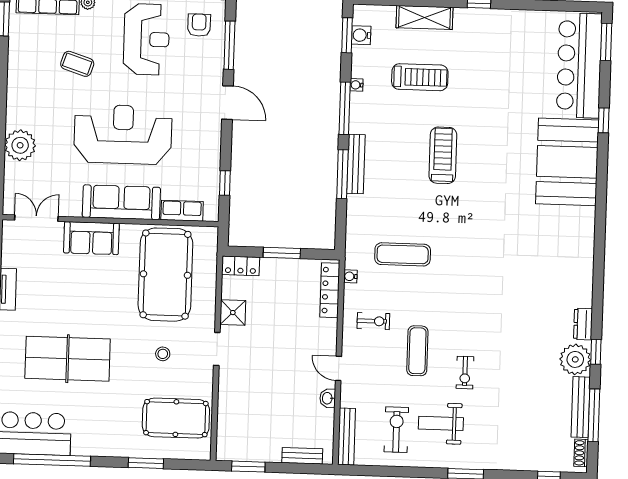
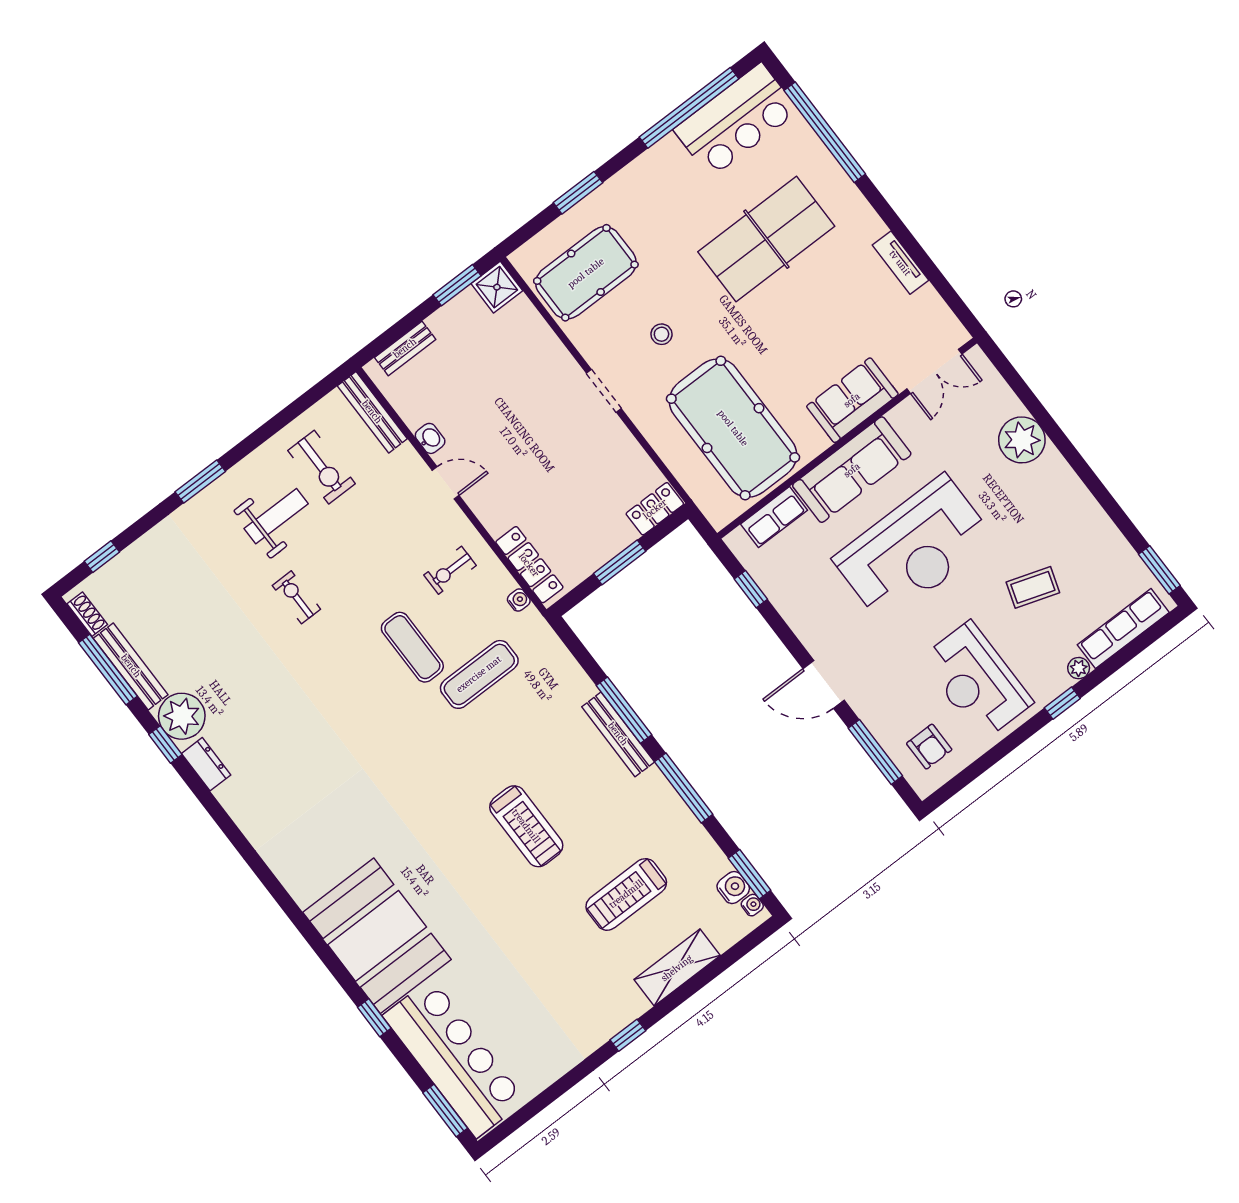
water cooler: (357, 85) -> (752, 905), moved
shower: (233, 313) -> (497, 287), moved
exercise mat: (417, 351) -> (412, 647), moved

